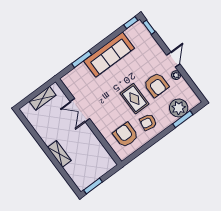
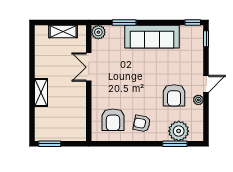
plant: (68, 80) -> (98, 32), added
rug: (134, 99) -> (145, 93), removed
armchair: (126, 135) -> (113, 120), turned 180

